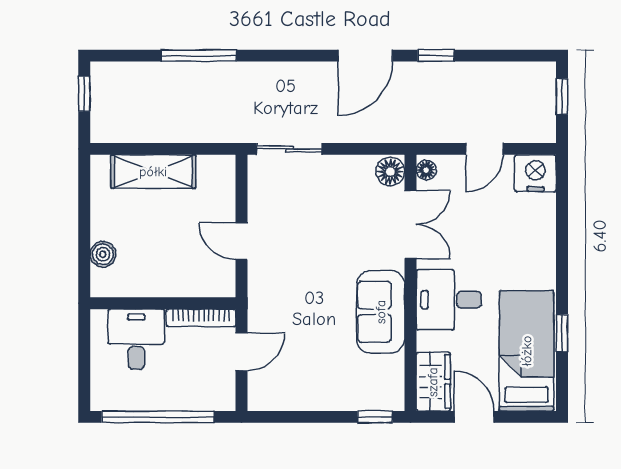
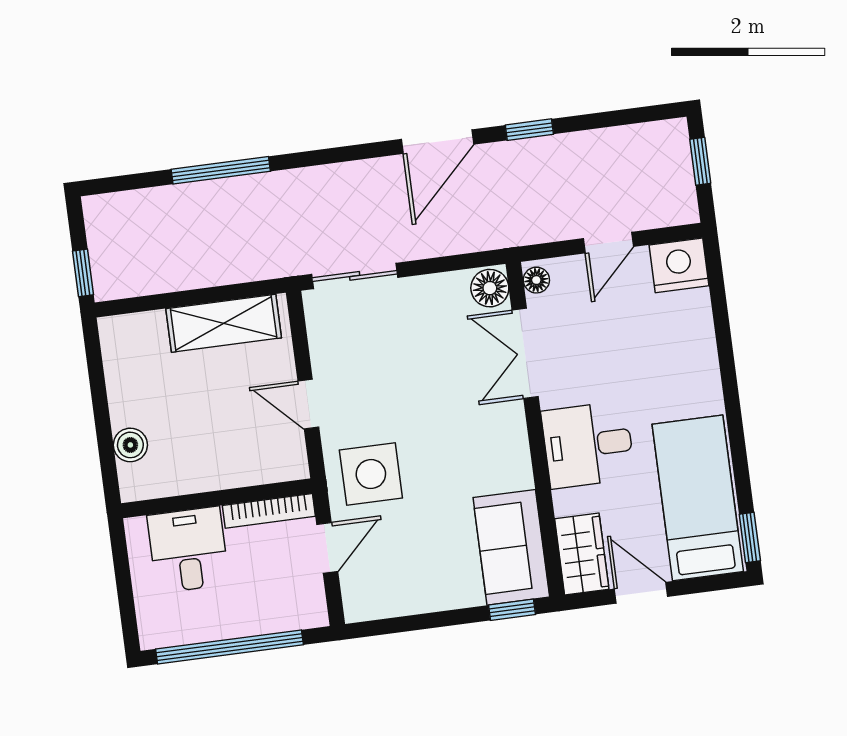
window: (84, 94) -> (83, 273), moved
shelving: (153, 172) -> (224, 323), moved
double door: (410, 224) -> (525, 353), swing flipped
side table: (282, 300) -> (371, 474), added
sofa: (381, 312) -> (511, 547), moved
window: (562, 333) -> (750, 537), moved

